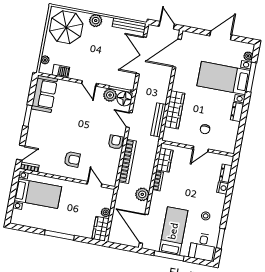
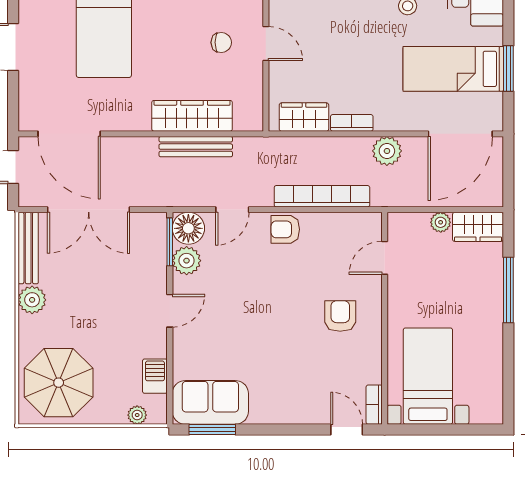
plant: (96, 21) -> (32, 300), moved
window: (28, 116) -> (212, 429), moved
bench: (158, 120) -> (196, 147), moved
window: (59, 235) -> (508, 290), moved
window: (169, 256) -> (508, 68), width x0.69

